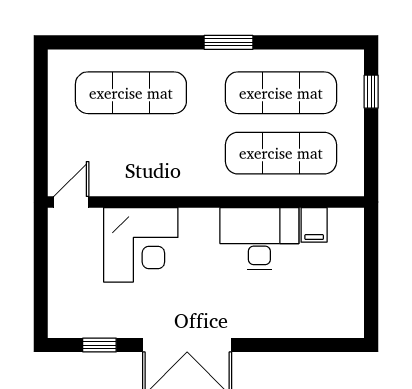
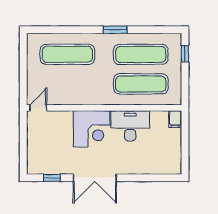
filing cabinet: (314, 225) -> (175, 119), moved
corner desk: (141, 245) -> (92, 129), moved

